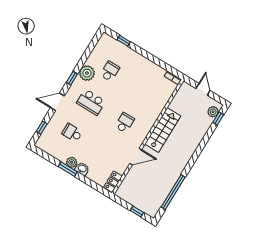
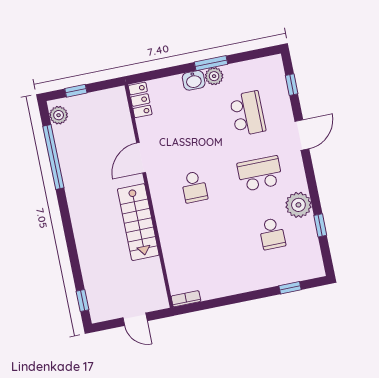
window: (72, 78) -> (320, 225), moved
plant: (213, 112) -> (59, 115), moved
school desk: (72, 133) -> (248, 113), width x1.85

